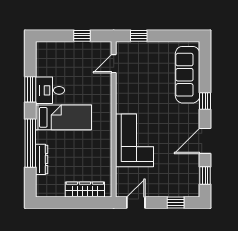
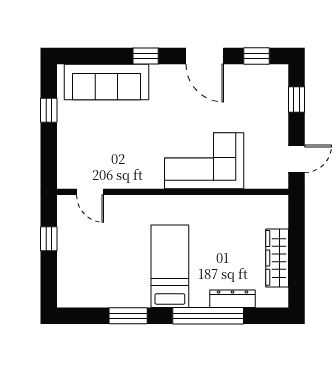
window: (139, 36) -> (49, 110), moved
desk: (50, 90) -> (130, 286), removed
wardrobe: (85, 190) -> (277, 258), moved
door: (136, 203) -> (297, 159), swing flipped

